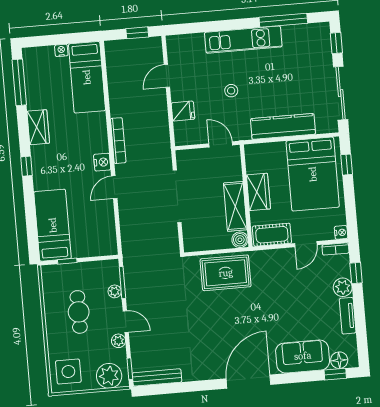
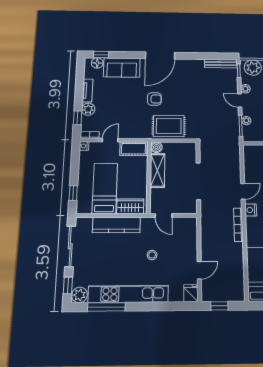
plant: (320, 32) -> (79, 295), added
kitchen unit: (243, 40) -> (128, 294), width x1.36
fridge: (183, 111) -> (191, 293), moved, turned 90
bed: (313, 174) -> (105, 188), width x0.67
wardrobe: (258, 192) -> (130, 206), moved, turned 90
armchair: (250, 312) -> (154, 99), added

